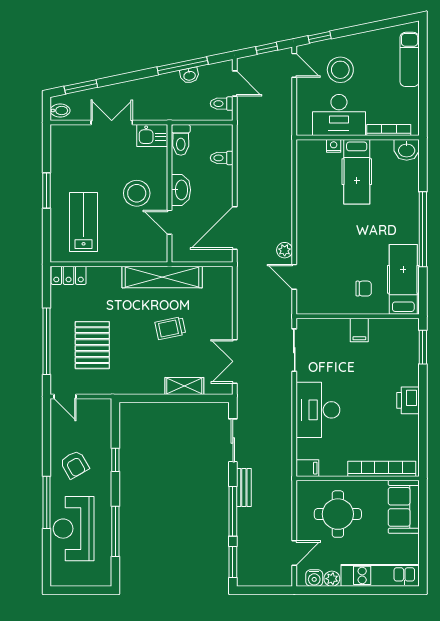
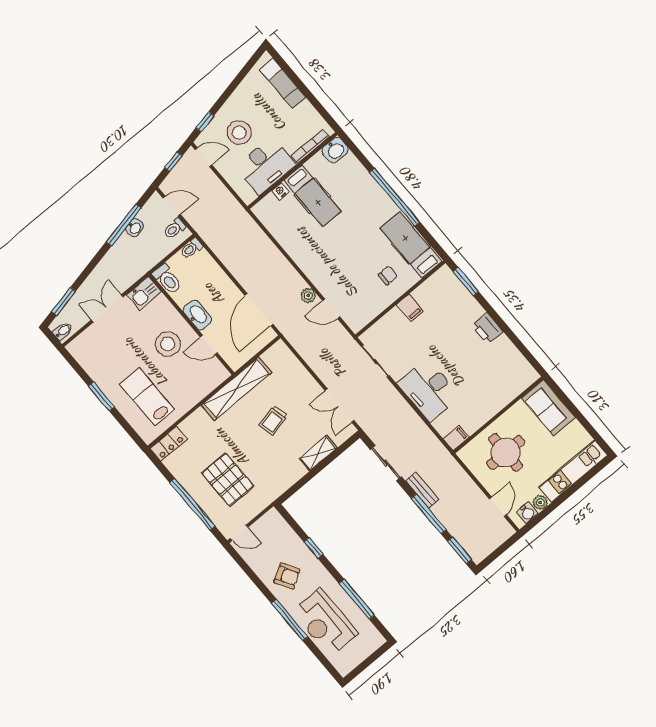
toilet: (222, 158) -> (191, 248), moved
bookcase: (382, 469) -> (510, 394), removed

